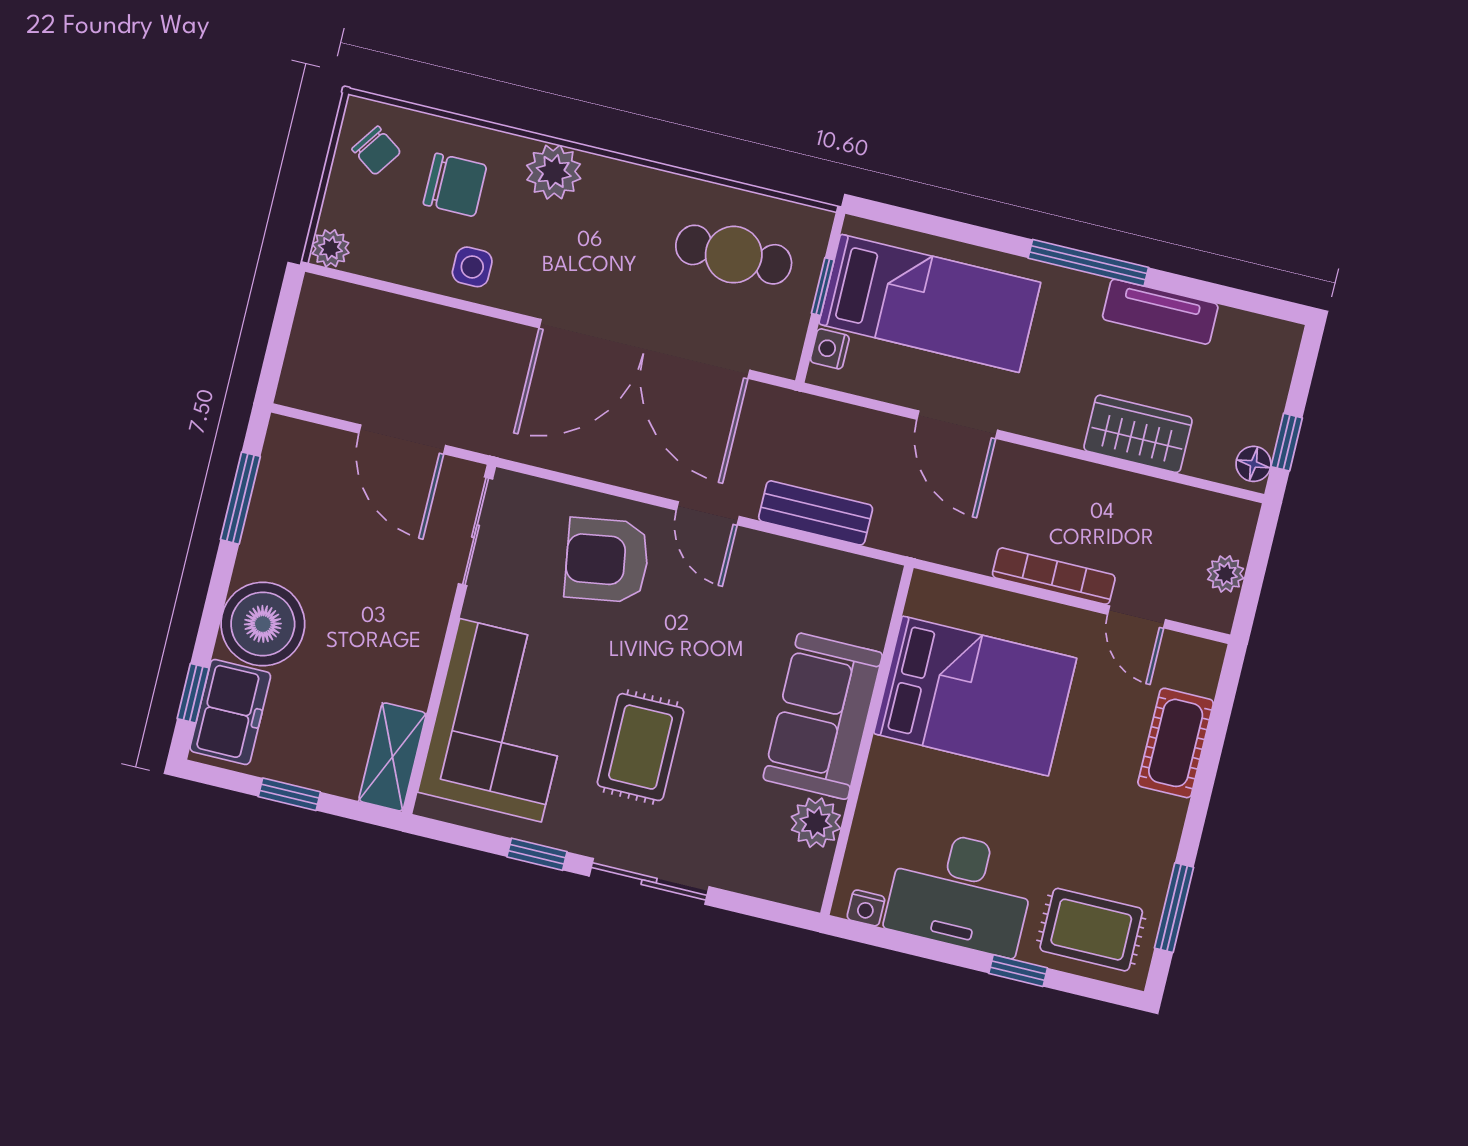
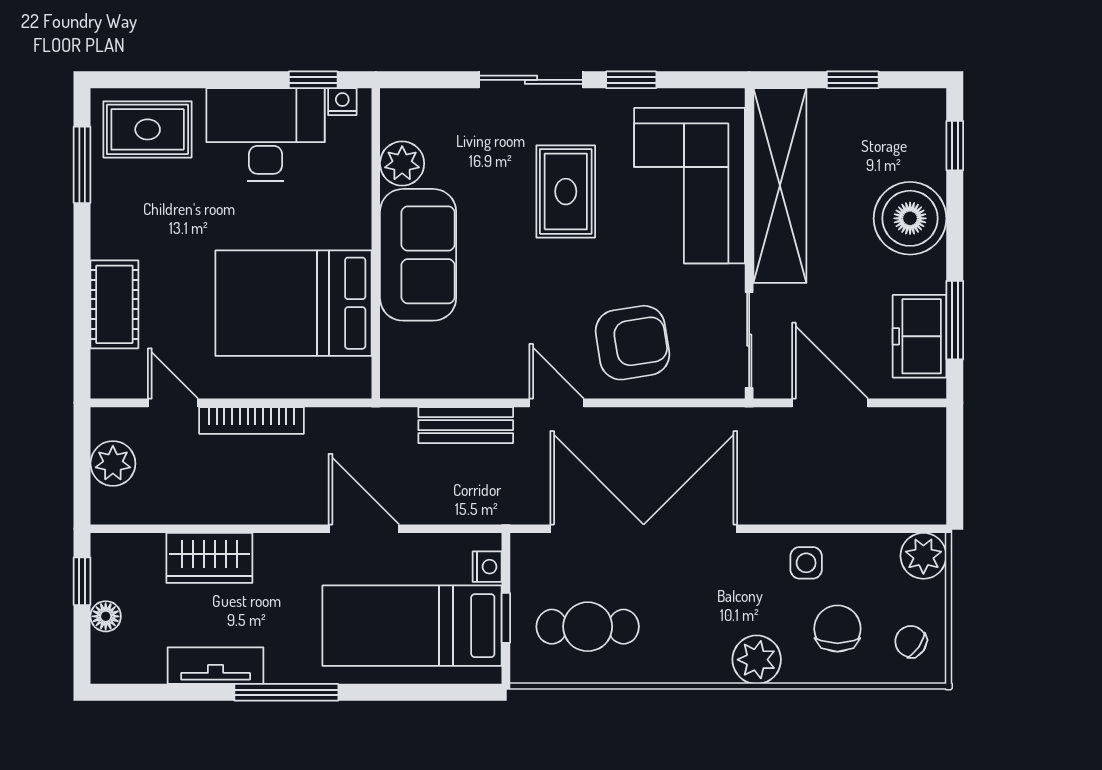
chair: (455, 185) -> (837, 629), turned 90
plant: (330, 248) -> (923, 556), width x1.38, depth x1.38
floor lamp: (1253, 464) -> (106, 616), moved
plant: (1226, 574) -> (113, 463), width x1.38, depth x1.38
freezer: (230, 712) -> (920, 336), moved
shelving: (392, 757) -> (780, 186), width x2.20, depth x1.33
window: (1018, 971) -> (313, 80), moved

